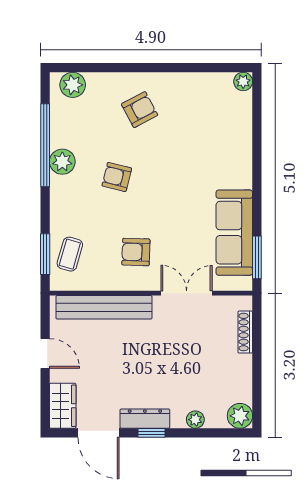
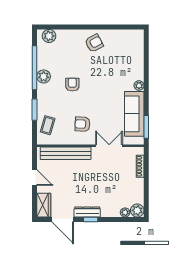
plant: (243, 81) -> (139, 86), moved
armchair: (140, 110) -> (94, 43), moved
armchair: (117, 177) -> (72, 85), turned 76
window: (45, 254) -> (35, 110), moved
plant: (195, 420) -> (125, 212), moved

